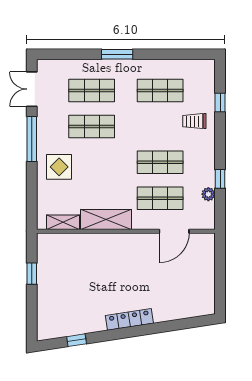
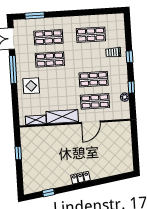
window: (117, 54) -> (35, 16), moved
window: (220, 103) -> (129, 57), moved
door: (174, 231) -> (91, 122), moved
locker: (129, 319) -> (80, 178), width x0.66

